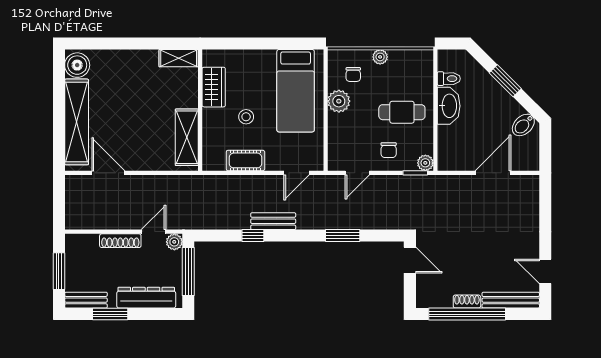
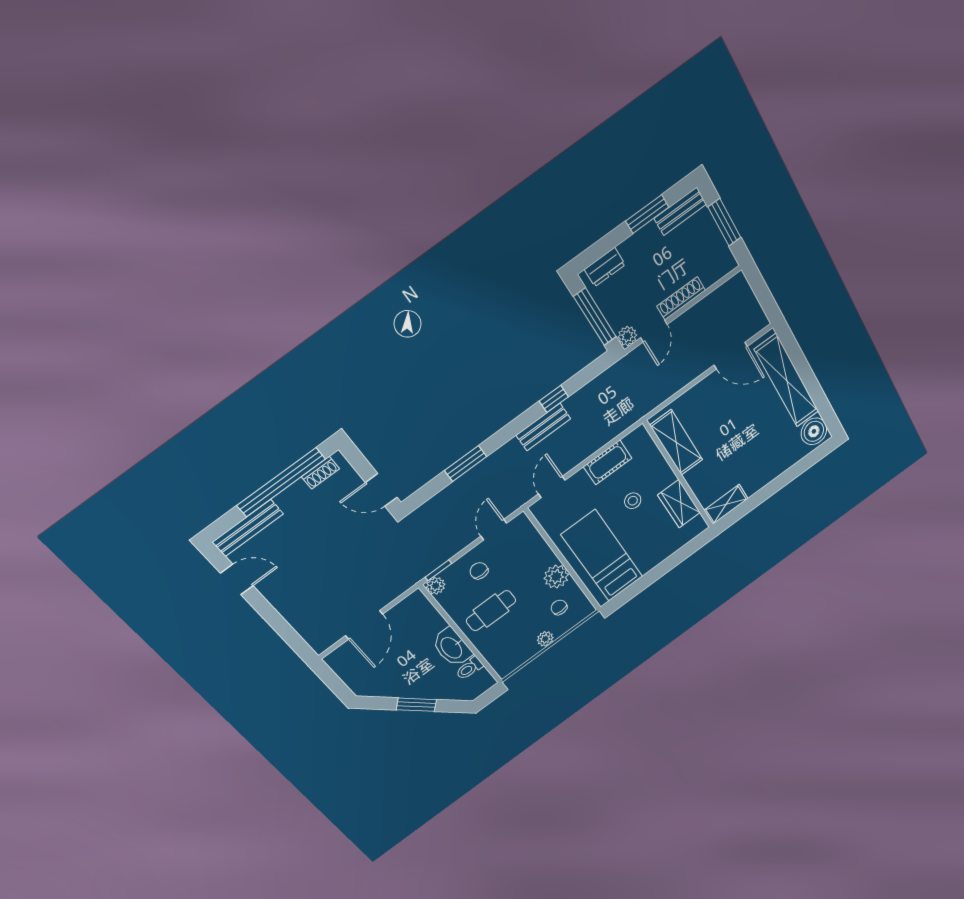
bidet: (523, 125) -> (369, 684), removed
dresser: (146, 298) -> (605, 267), width x0.51, depth x0.80
shoe rack: (467, 302) -> (320, 473), moved

